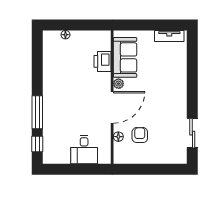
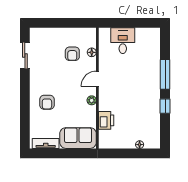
sofa: (125, 57) -> (78, 138), moved, turned 90
armchair: (168, 81) -> (47, 102), added
door: (112, 107) -> (97, 79), width x0.53
window: (37, 144) -> (165, 106), moved

